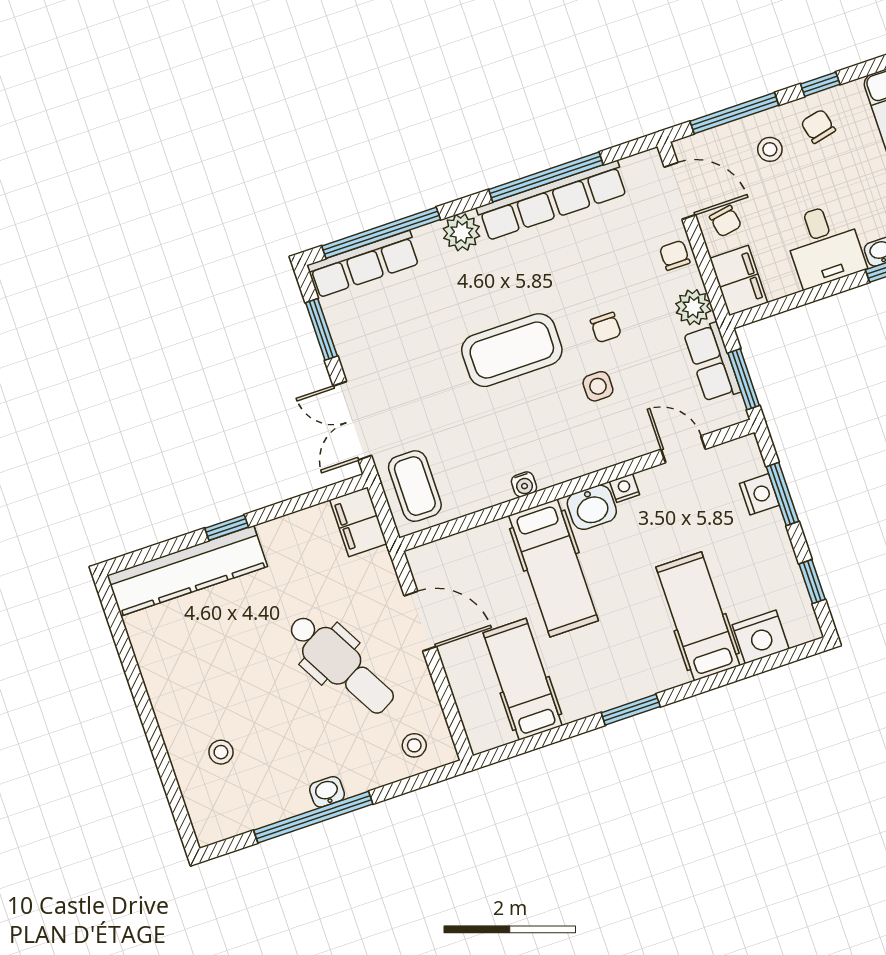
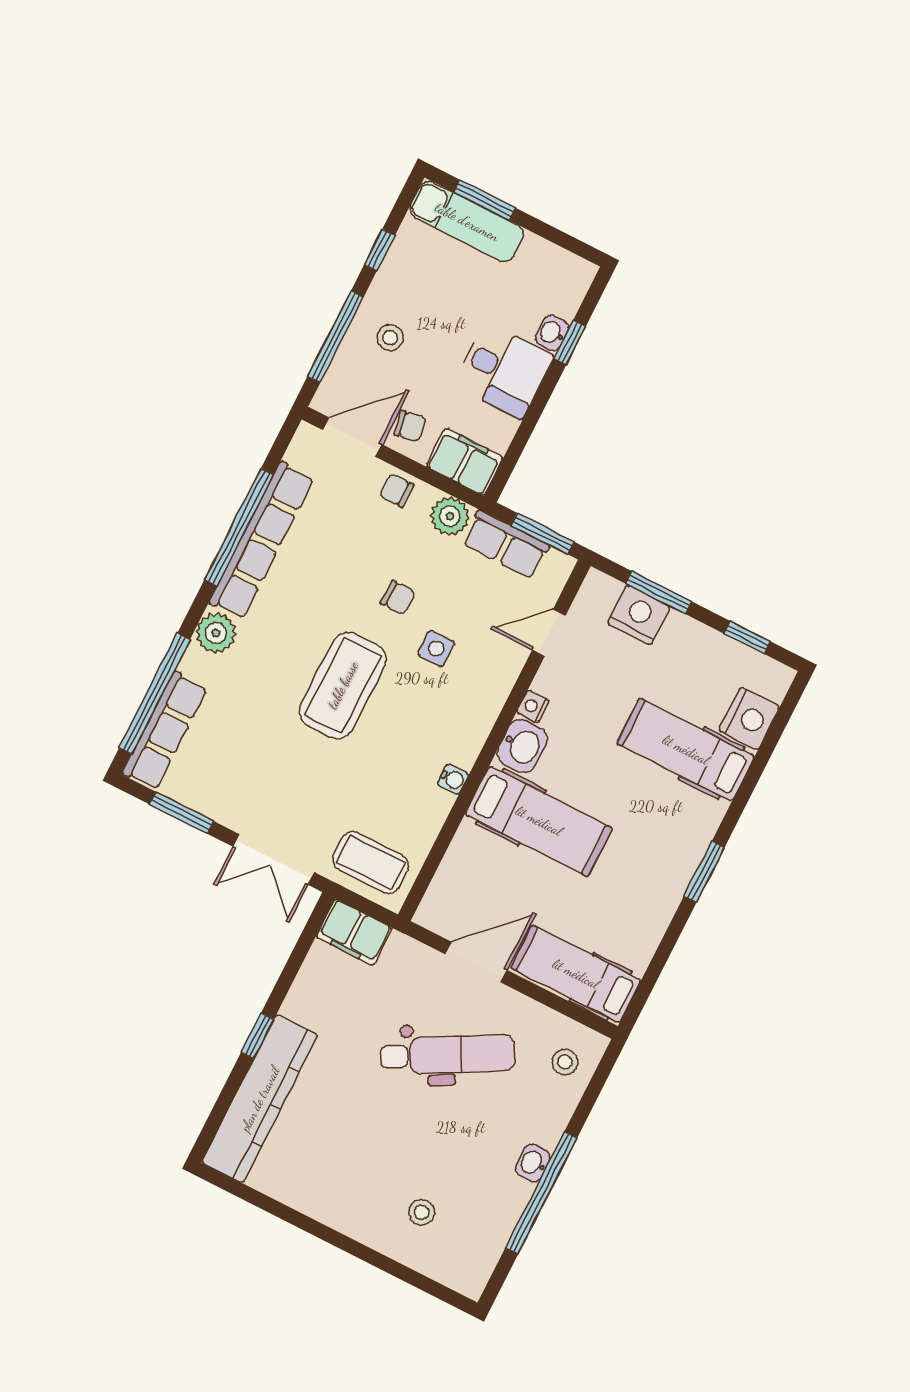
chair: (818, 126) -> (410, 284), removed
nightstand: (759, 494) -> (639, 615), width x1.36, depth x1.33
hospital bed: (523, 679) -> (576, 974), moved

